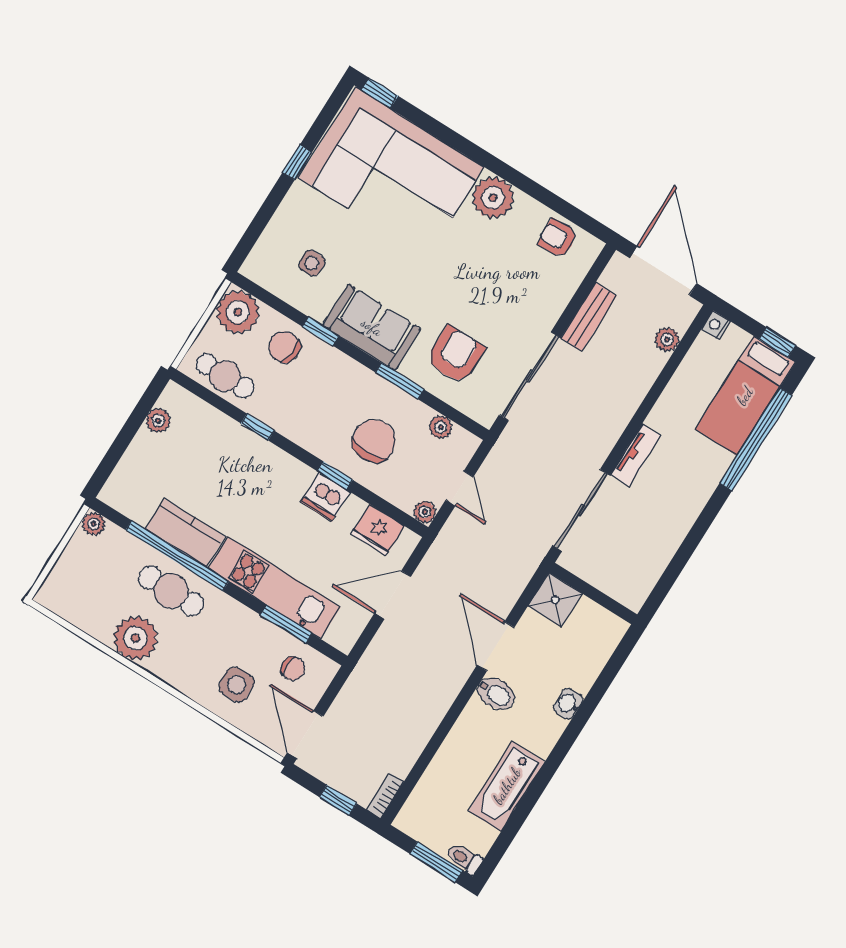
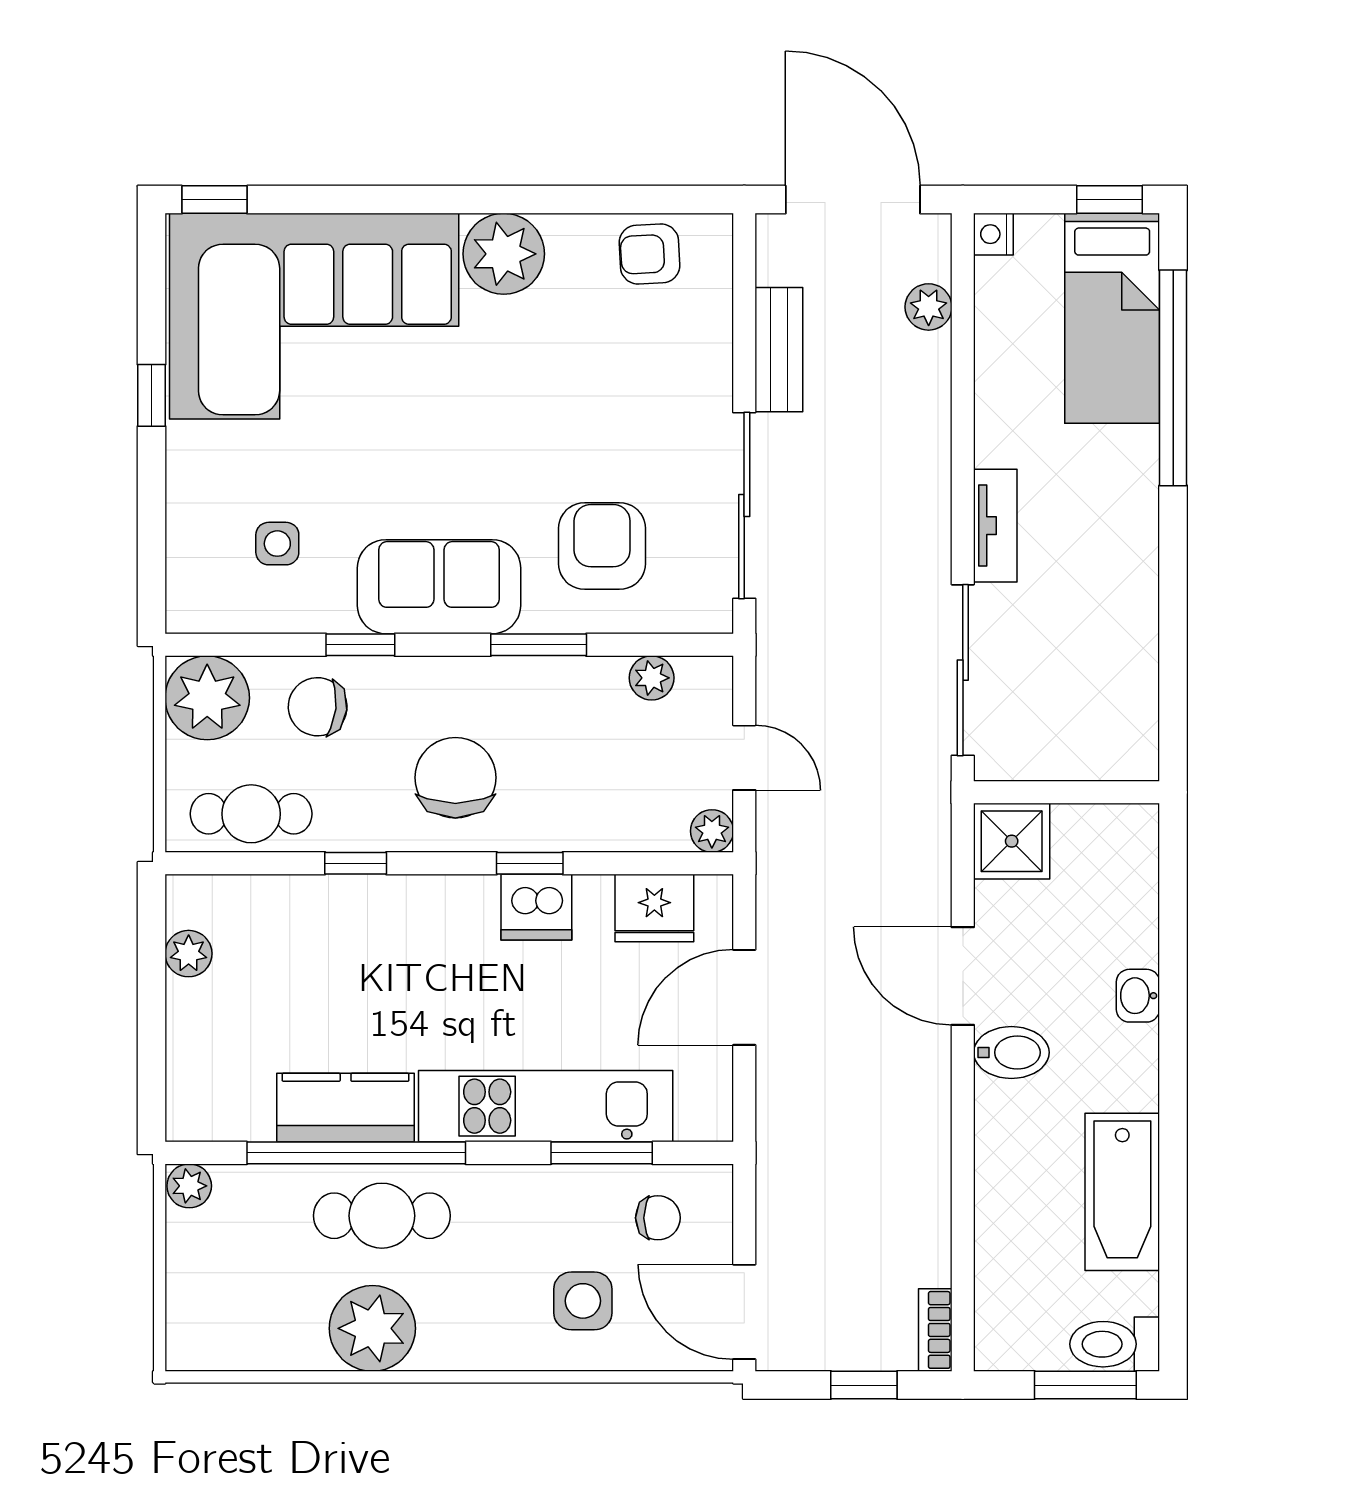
chair: (374, 441) -> (455, 778), moved
toilet: (464, 859) -> (1115, 1344), width x1.37, depth x1.39

